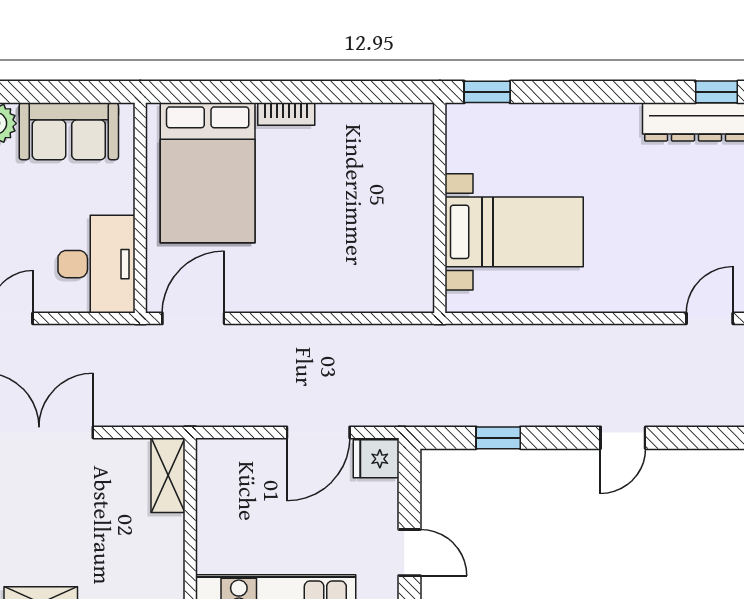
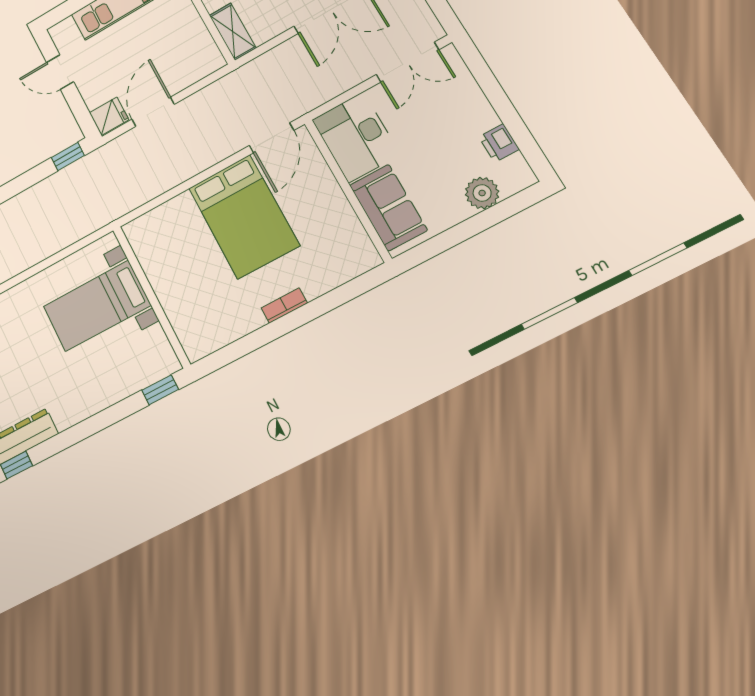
sofa: (69, 131) -> (388, 208), moved, turned 90
bed: (208, 173) -> (244, 217), moved, turned 180
window: (498, 438) -> (68, 156), moved

